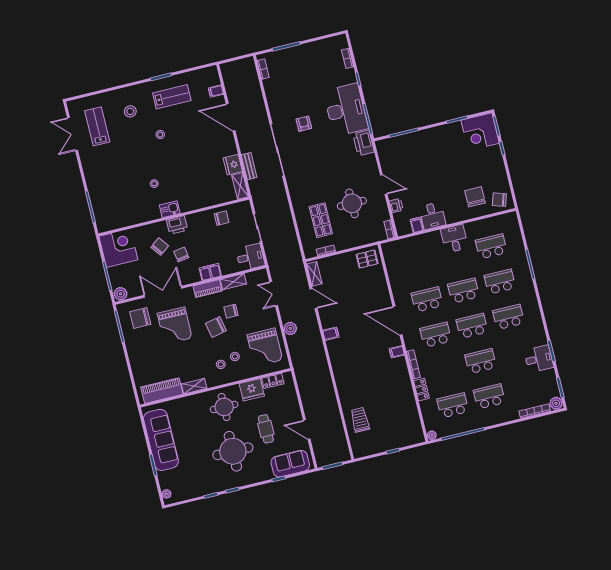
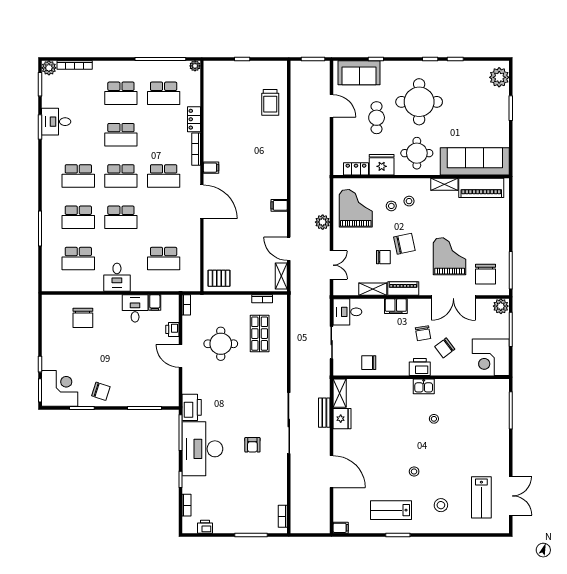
printer: (327, 44) -> (205, 527), added
filing cabinet: (216, 91) -> (341, 528), moved
chair: (499, 200) -> (101, 391), moved
school desk: (427, 299) -> (164, 259), moved
chair: (140, 318) -> (486, 274), turned 90
sofa: (161, 440) -> (475, 161), moved, turned 90
plant: (167, 494) -> (499, 77), width x1.88, depth x1.88

